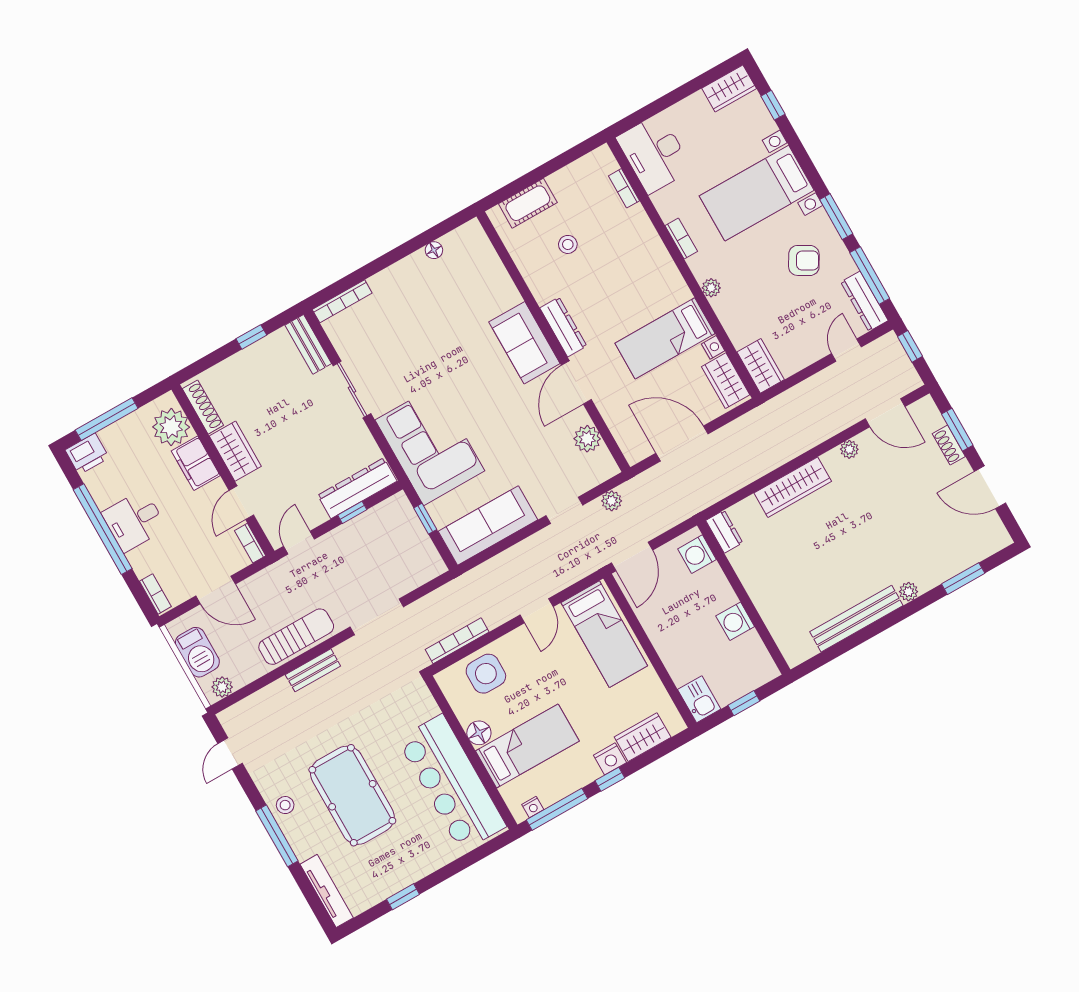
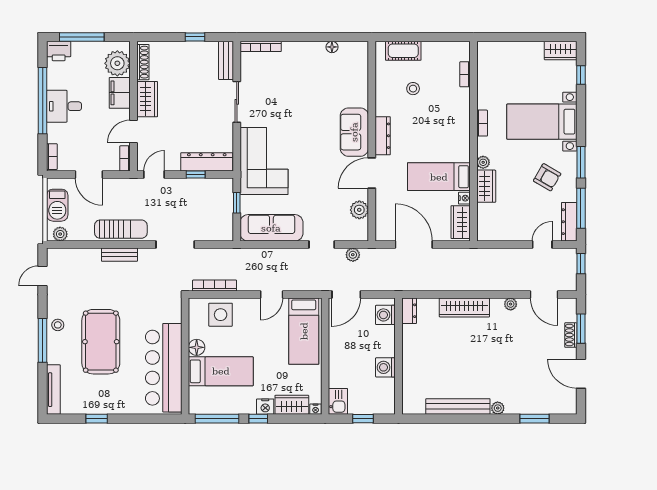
desk: (654, 154) -> (495, 64), removed
wardrobe: (761, 366) -> (486, 186), moved
nightstand: (533, 807) -> (316, 409), moved

